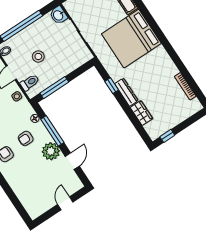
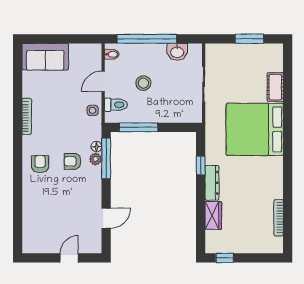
washbasin: (58, 15) -> (177, 52), moved, turned -90
window: (52, 131) -> (106, 158), moved
plant: (51, 151) -> (96, 159), moved, width x0.53, depth x0.53

